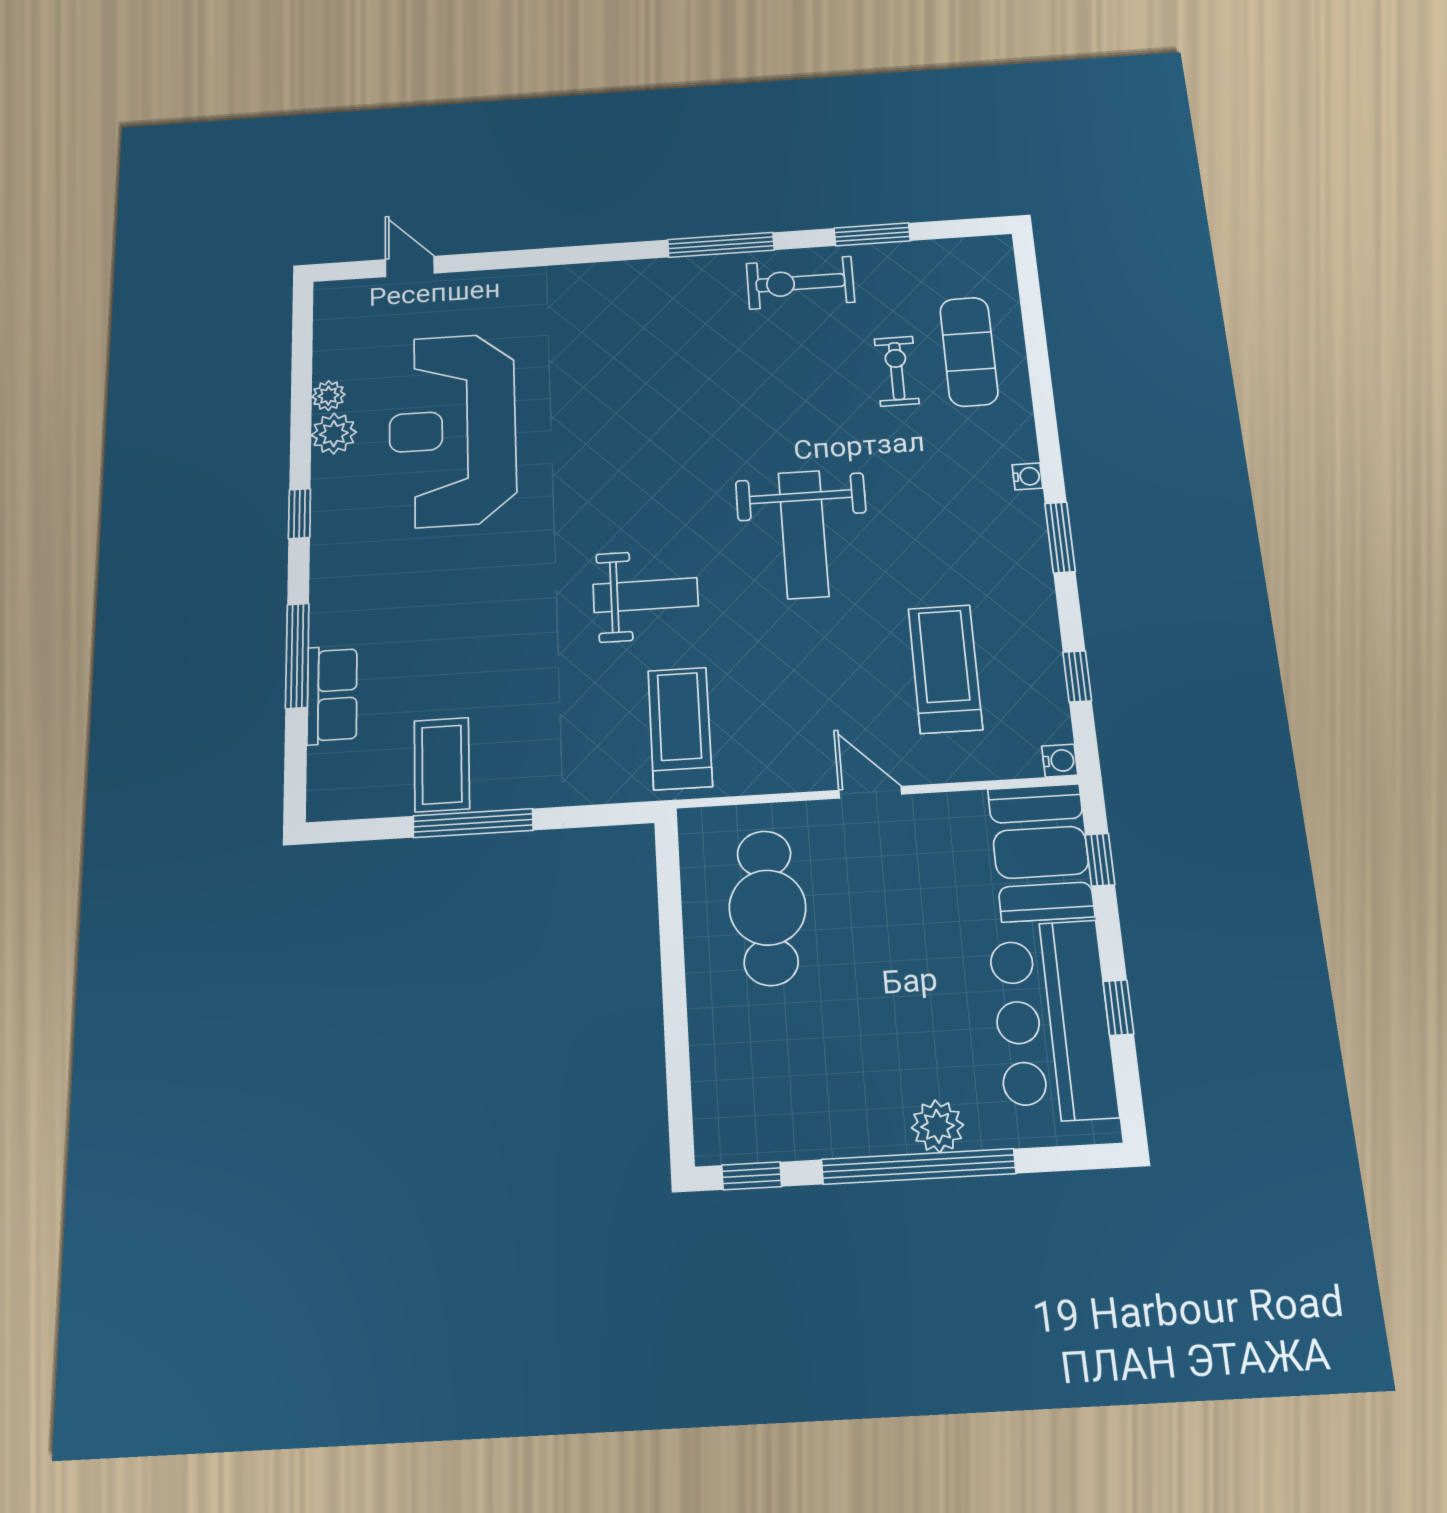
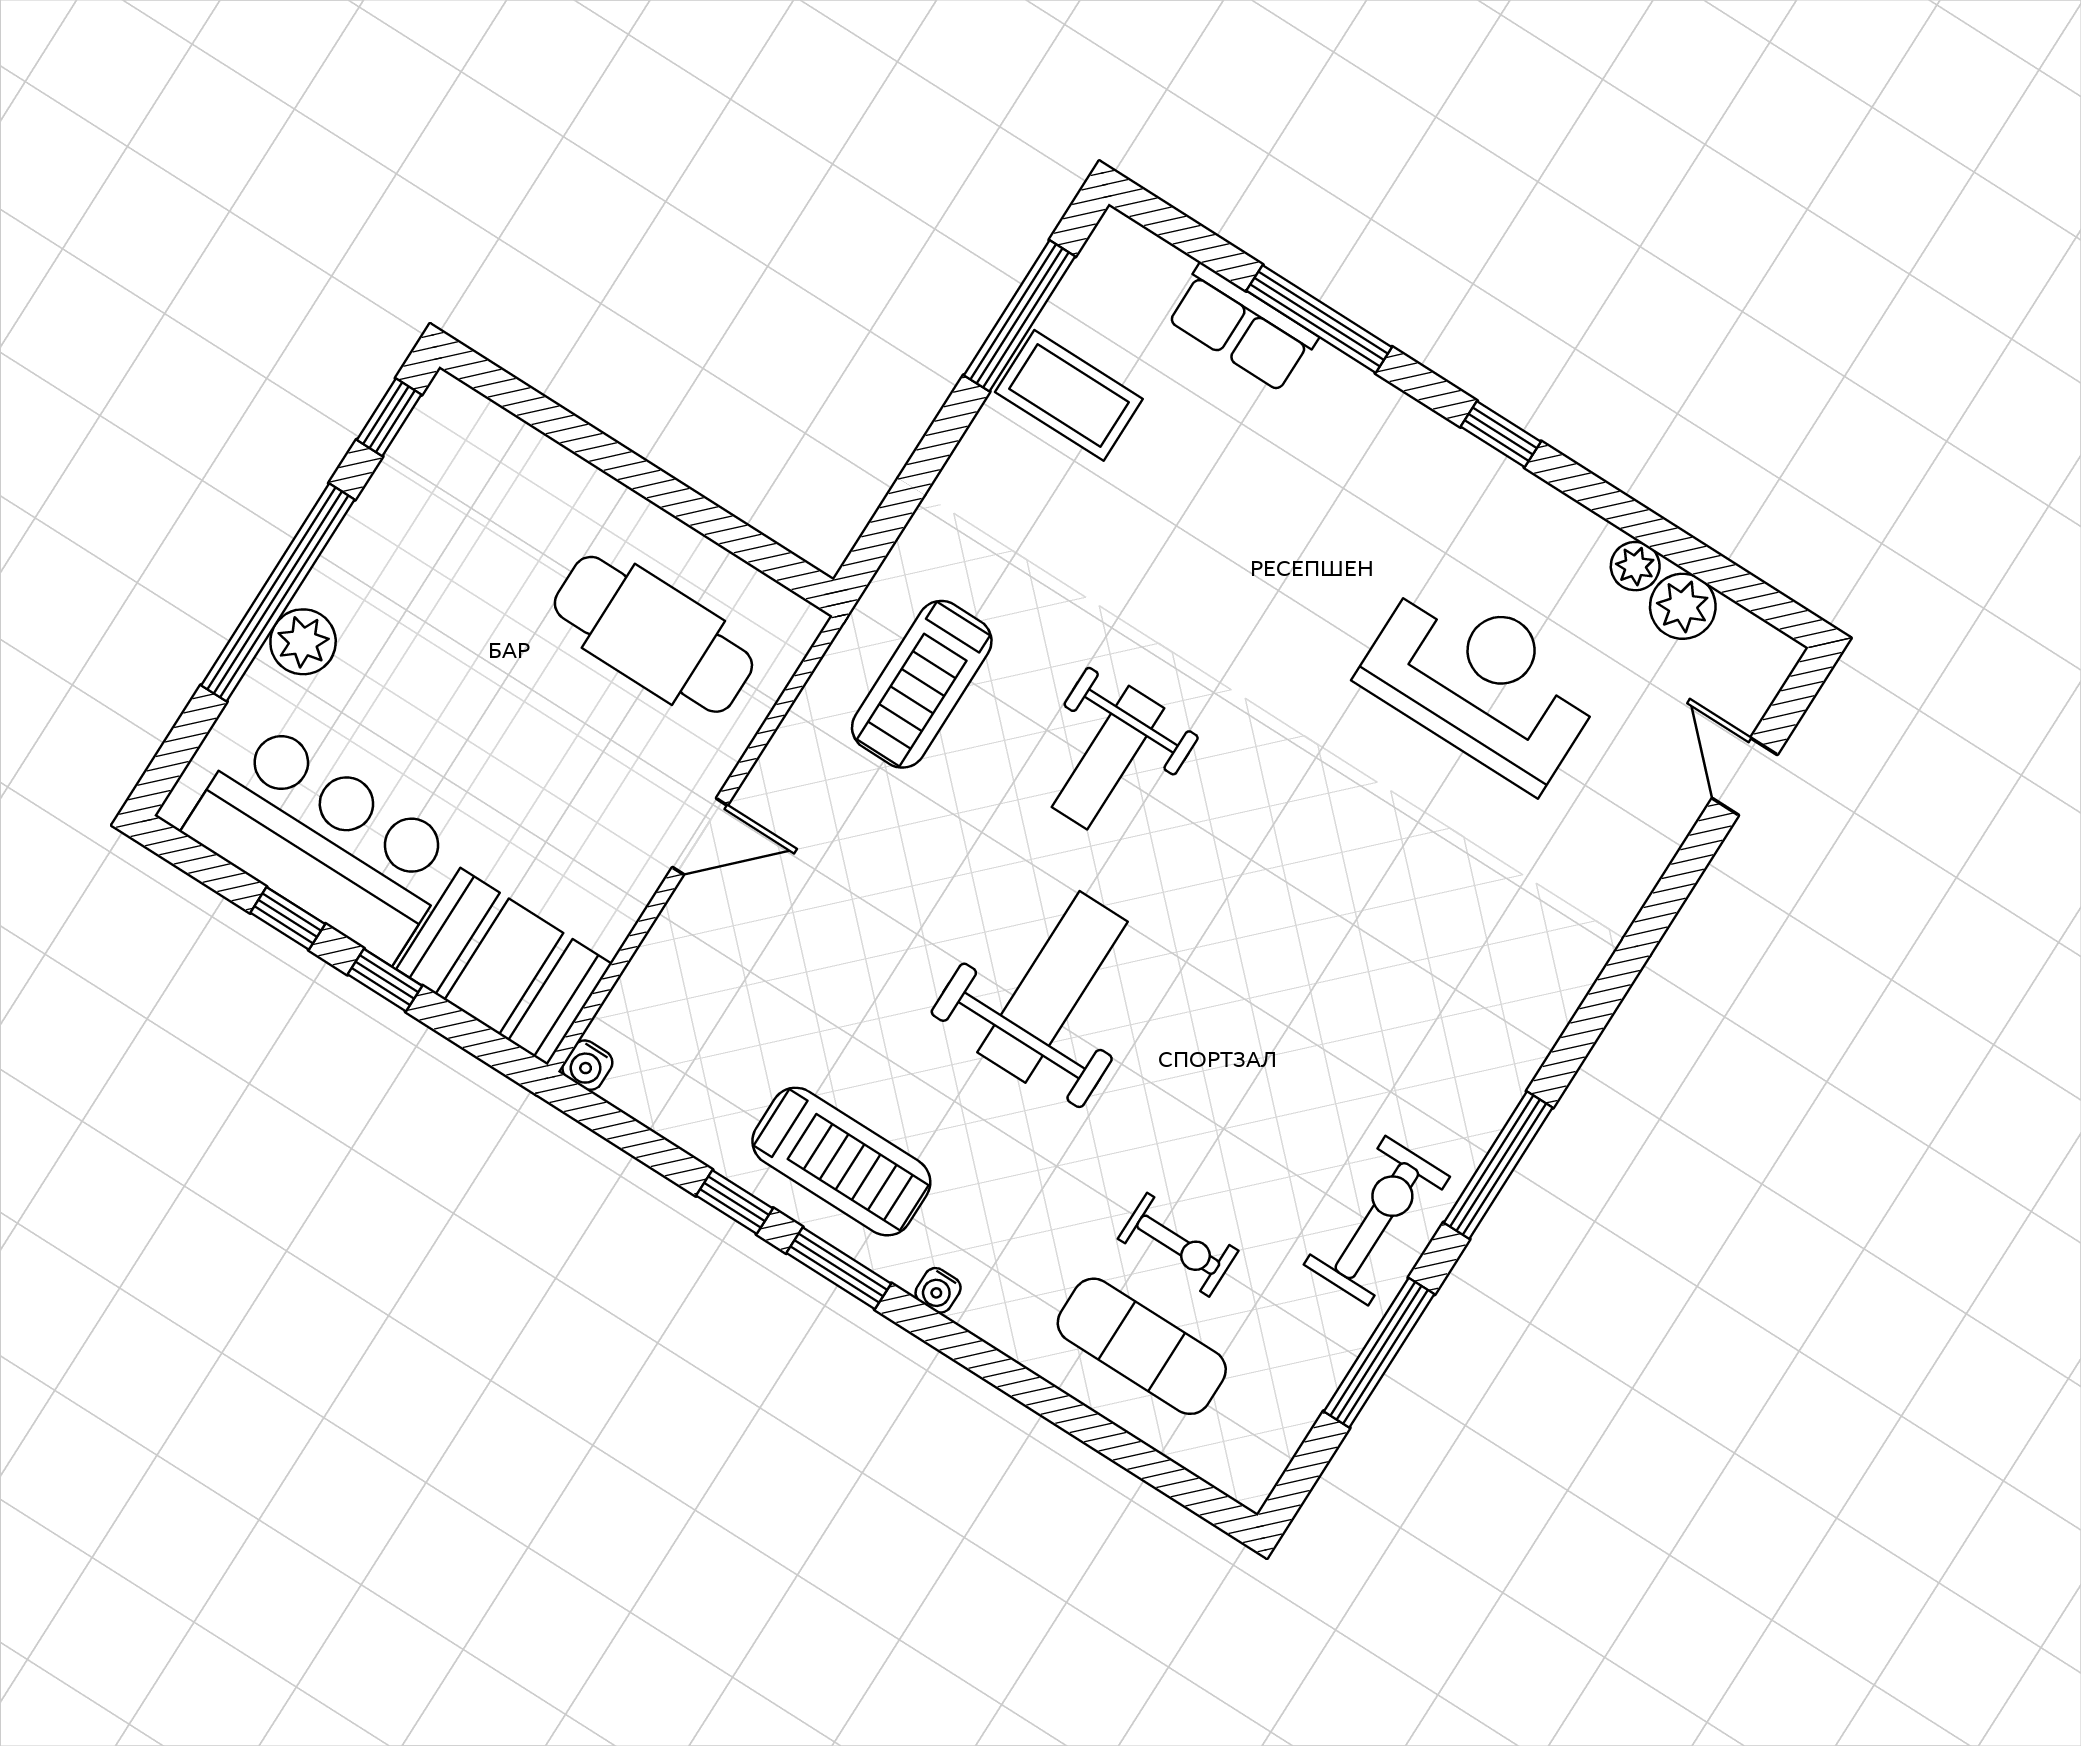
window: (872, 234) -> (1379, 1353), width x1.44
door: (410, 266) -> (1745, 777), swing flipped
reception desk: (452, 430) -> (1482, 681), width x0.74, depth x0.77
plant: (334, 434) -> (1683, 606), moved
weight bench: (804, 534) -> (1052, 987), turned 90
treadmill: (945, 669) -> (841, 1162), moved
window: (1077, 676) -> (735, 1202), moved
treadmill: (680, 728) -> (922, 684), turned 90
window: (473, 823) -> (1019, 316), moved
window: (1100, 860) -> (385, 980), moved

